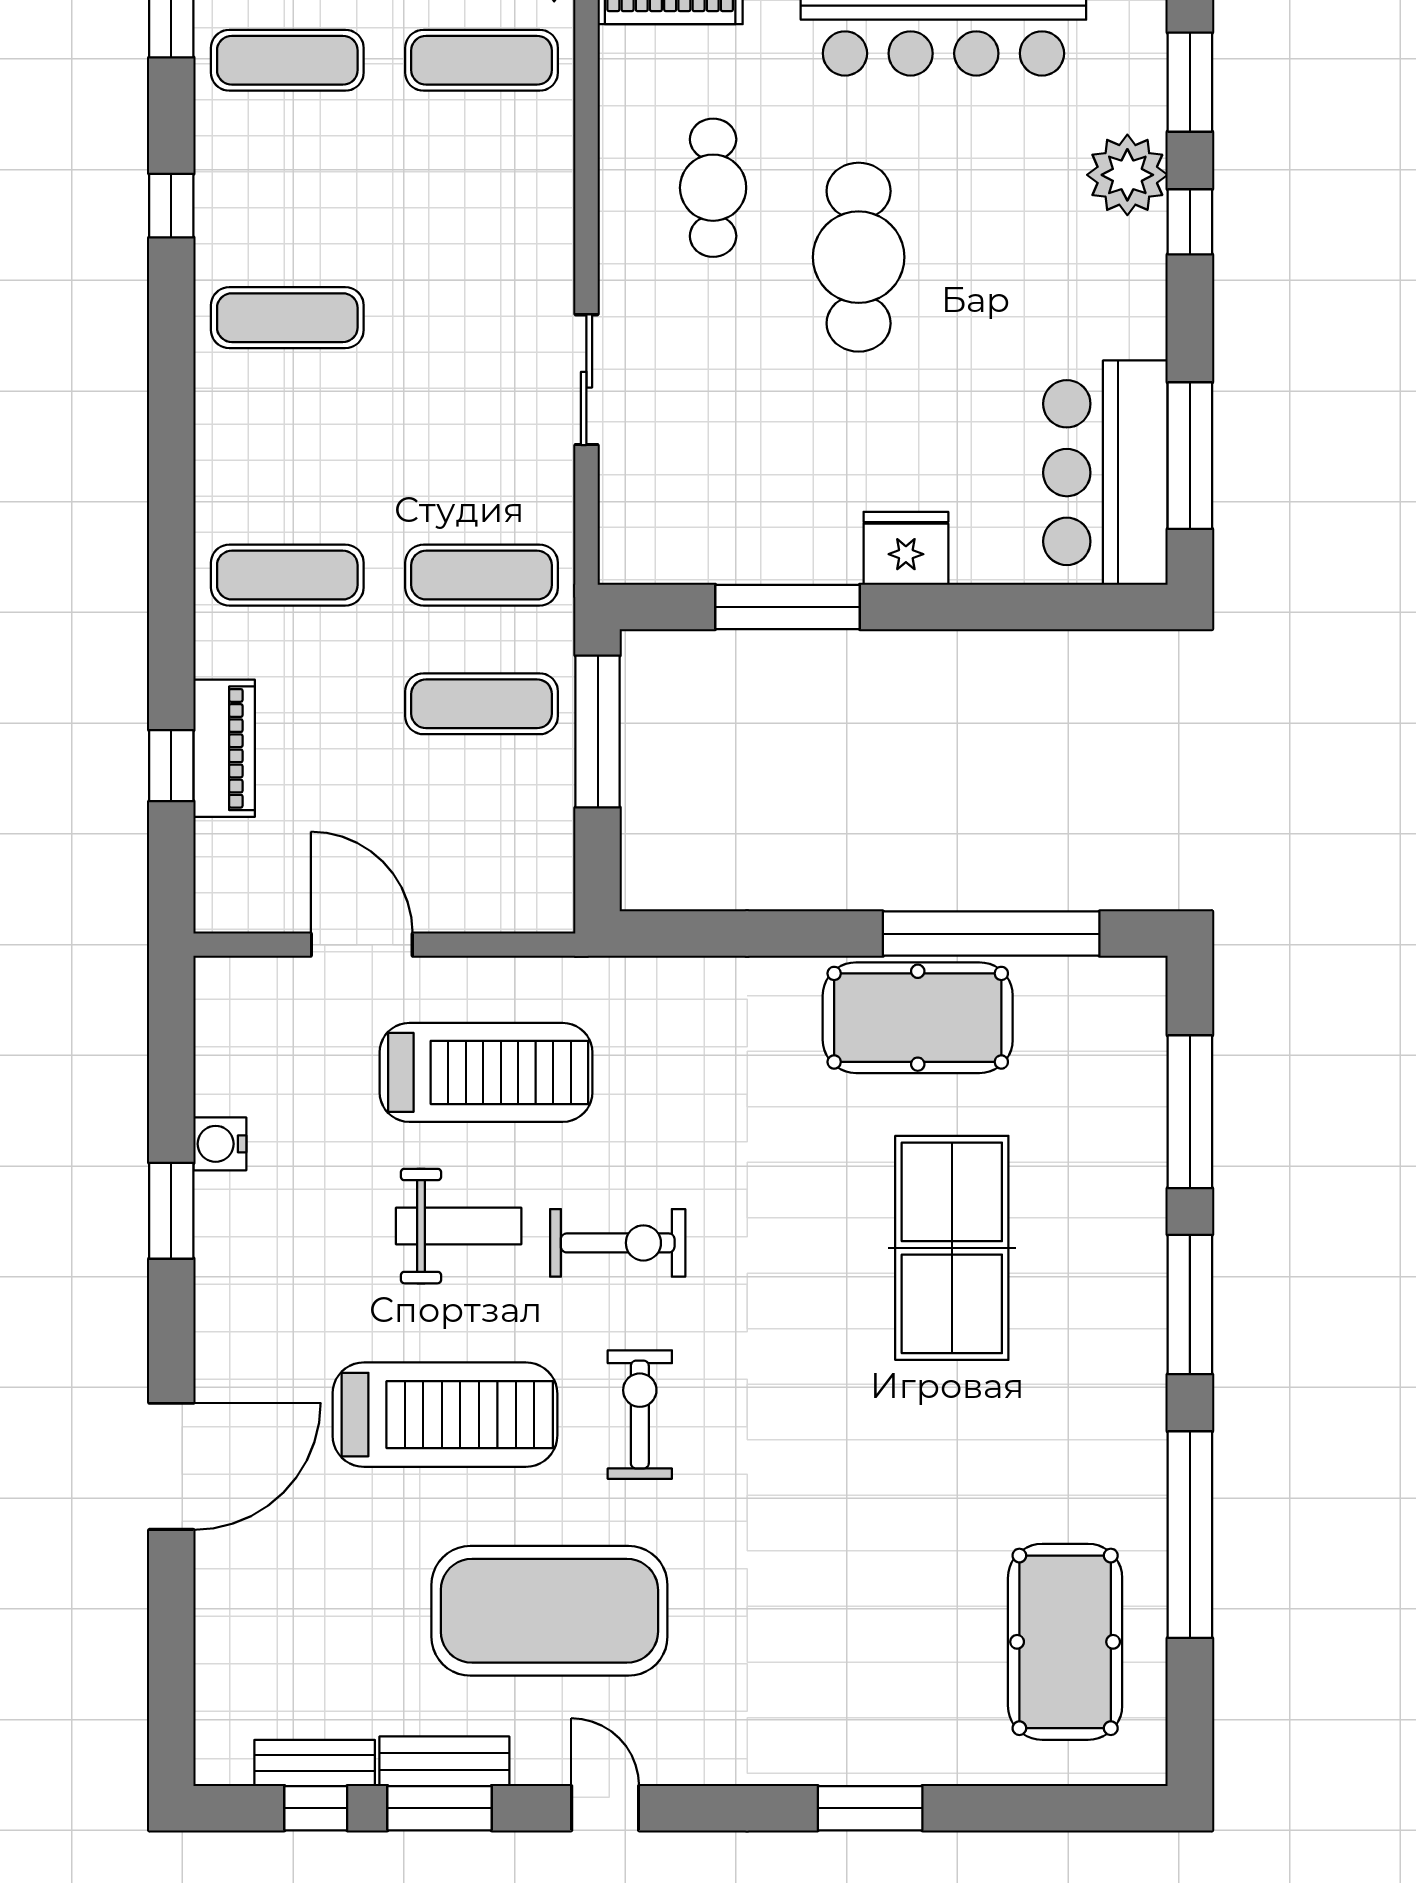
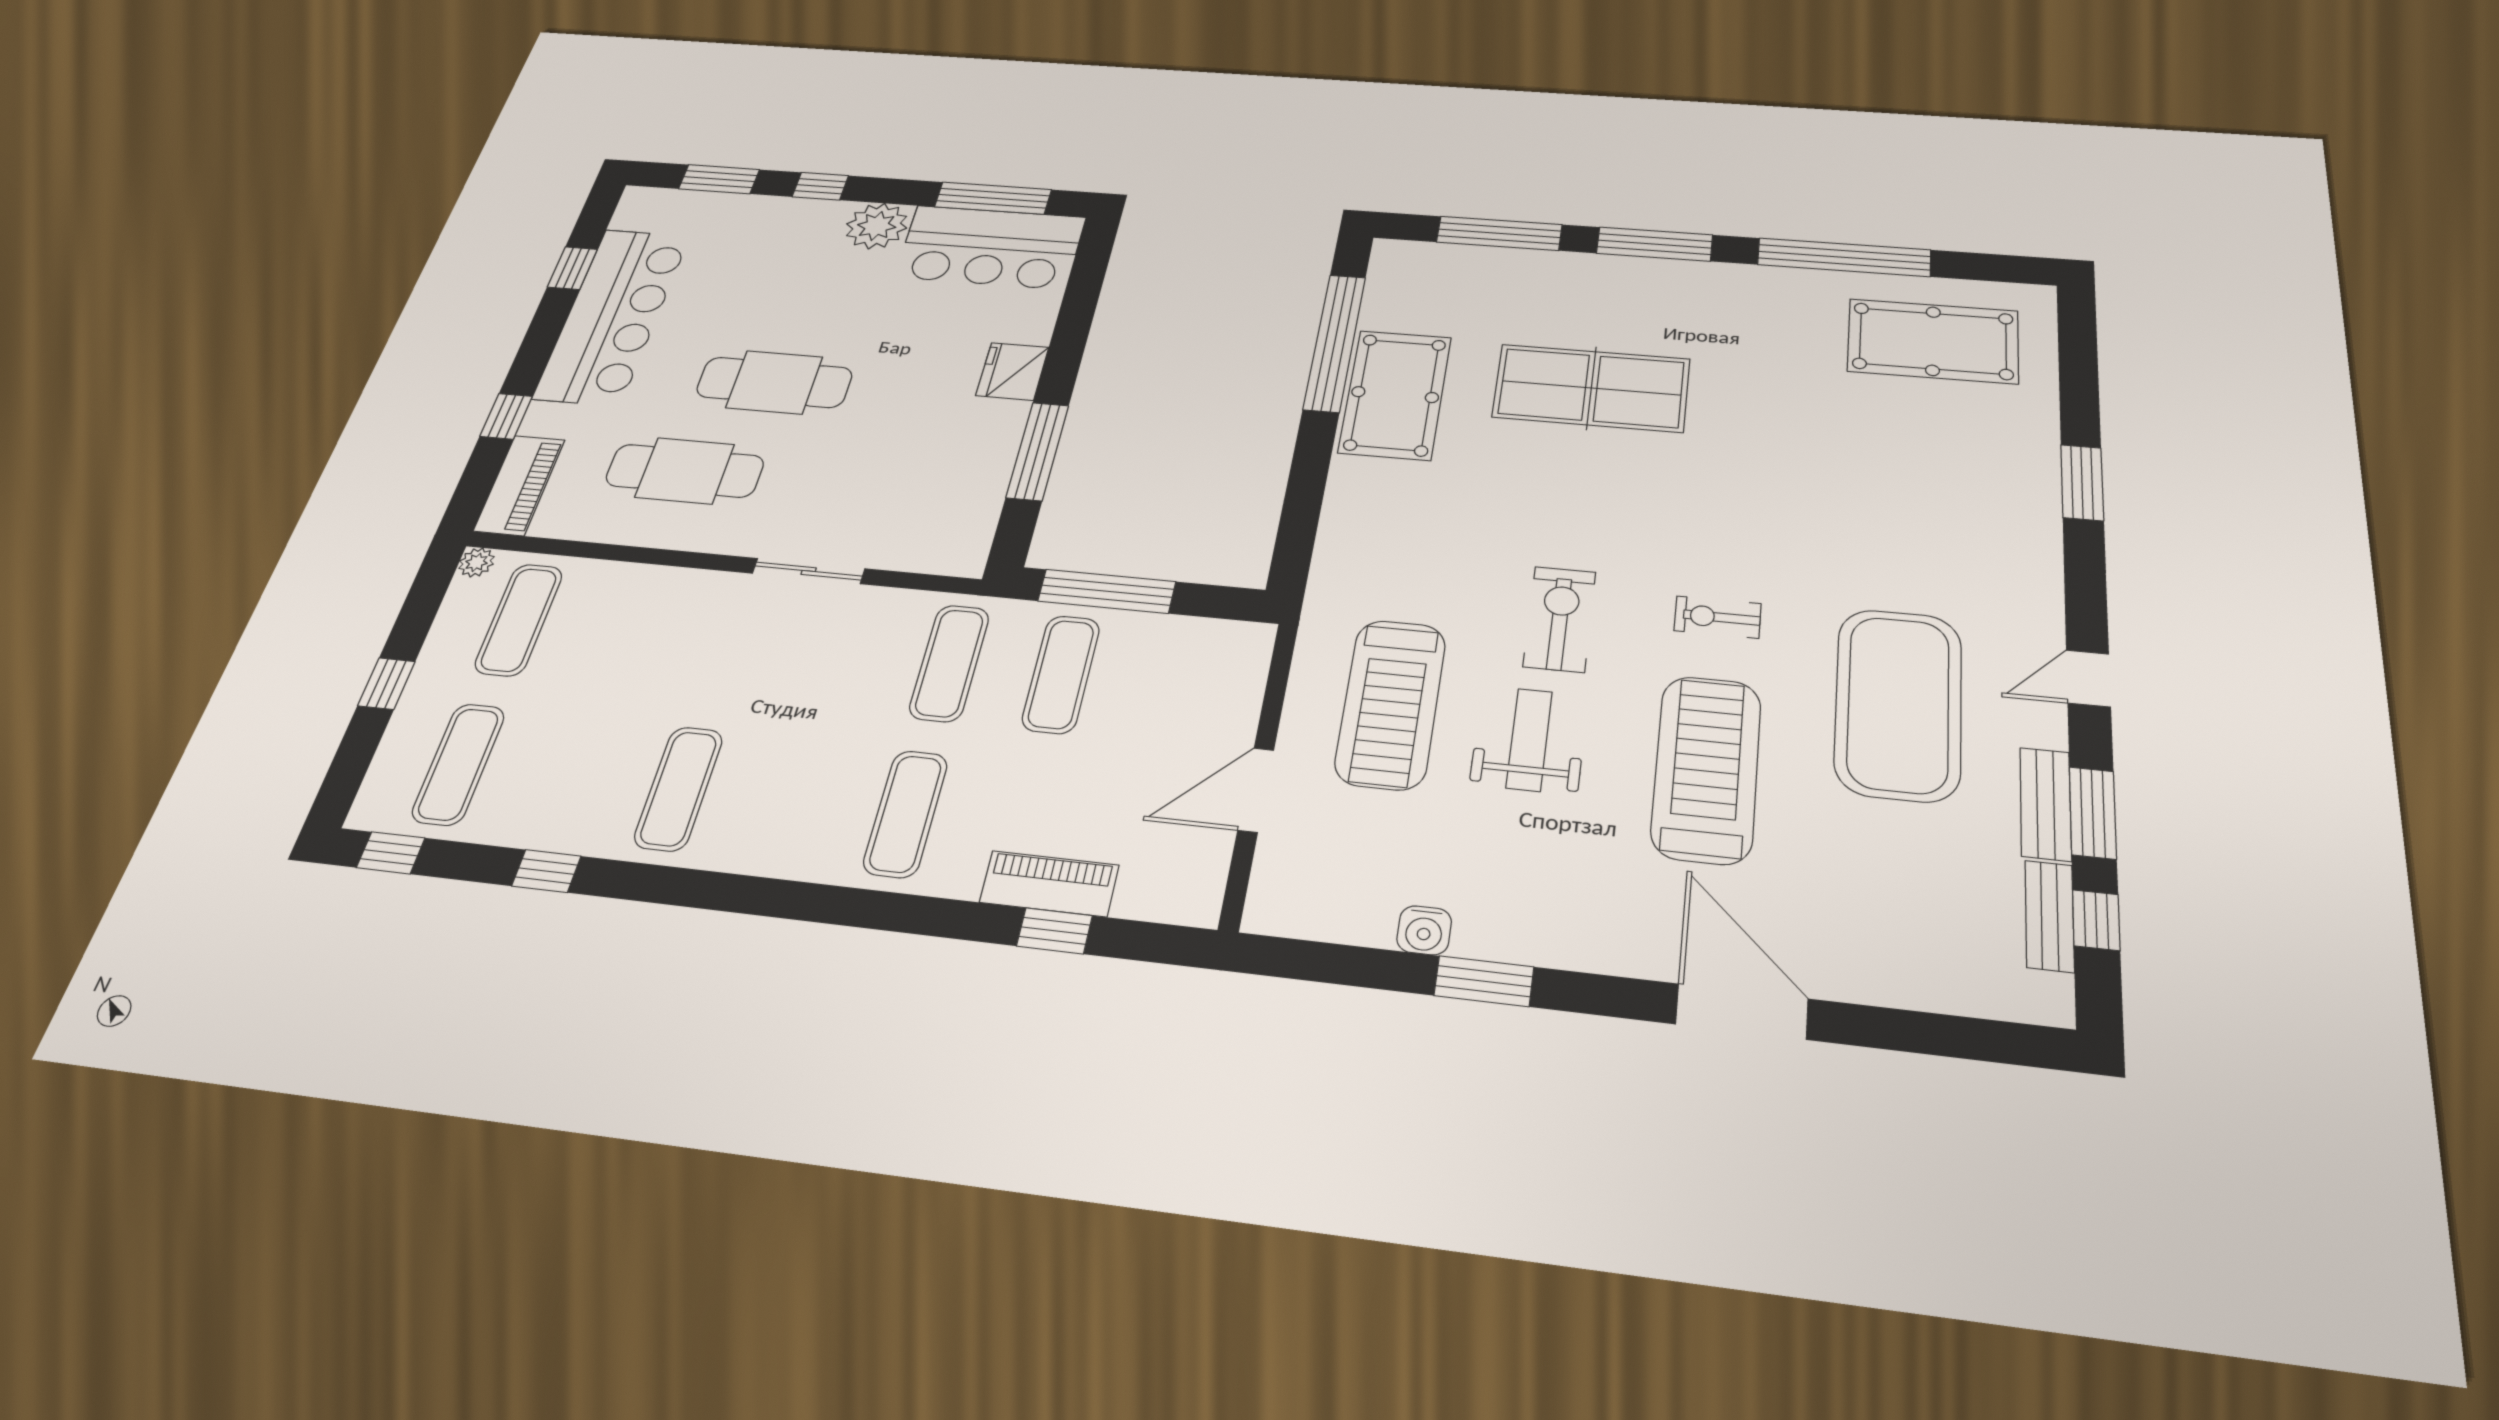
plant: (1127, 175) -> (877, 226), moved
cafe table: (713, 188) -> (685, 471), width x1.37, depth x1.35
treadmill: (486, 1072) -> (1391, 704), turned 180
exercise bike: (640, 1415) -> (1718, 617), width x0.73, depth x0.72

